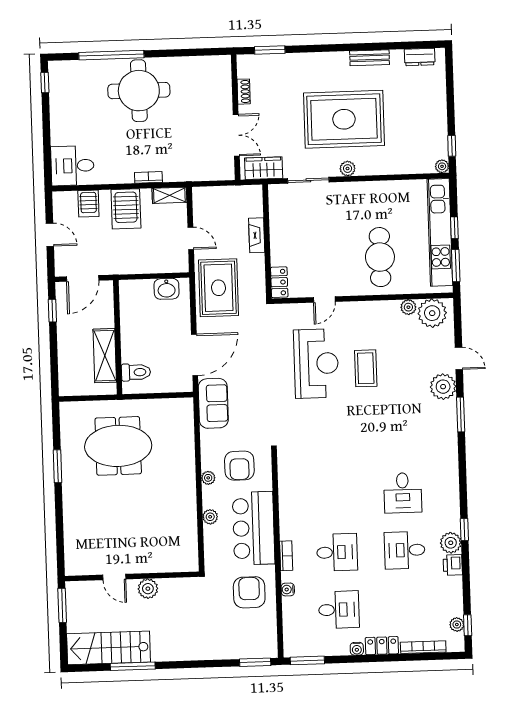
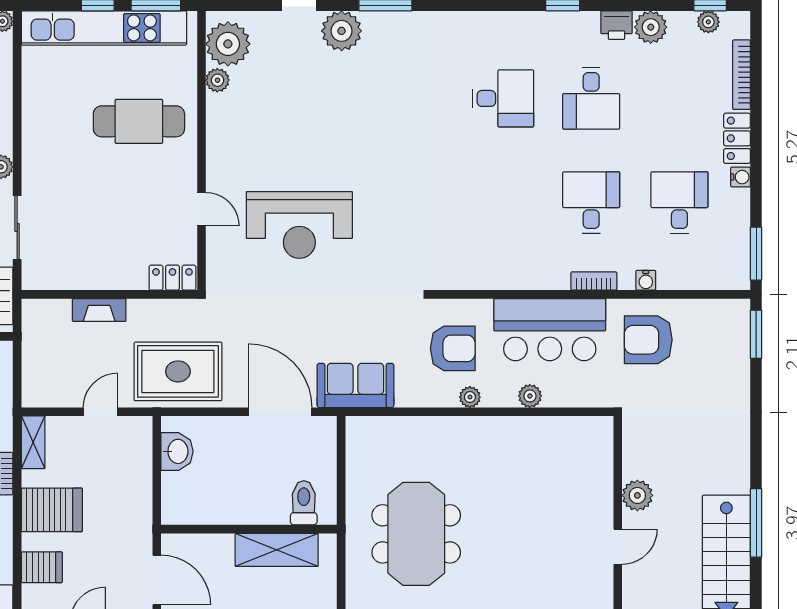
reception desk: (316, 363) -> (299, 225), turned 180
coffee table: (366, 368) -> (309, 149), removed
plant: (451, 543) -> (651, 27), moved

